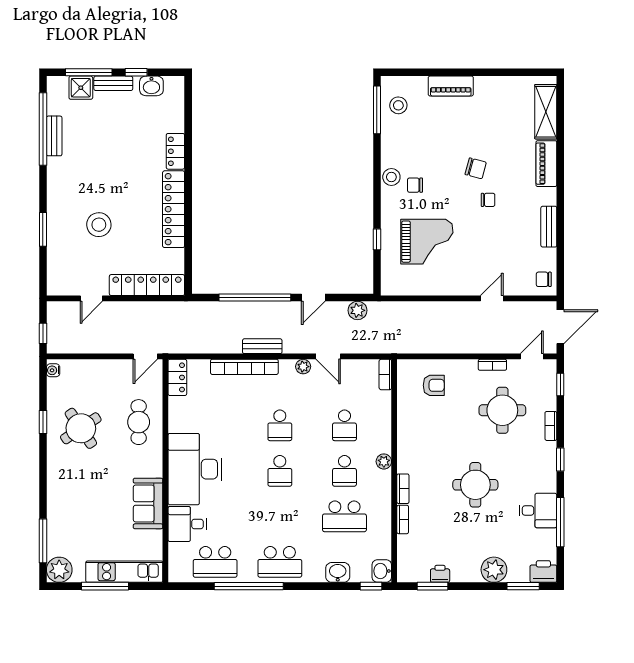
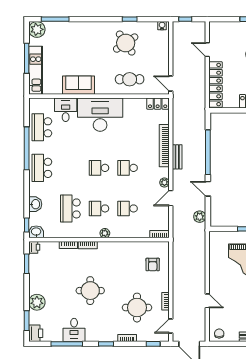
door: (532, 356) -> (171, 326), swing flipped
printer: (440, 574) -> (34, 247), moved

